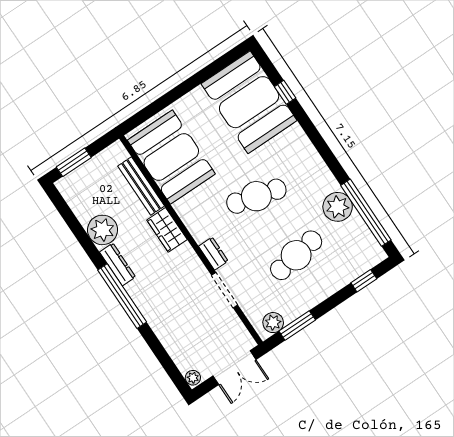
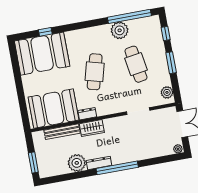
dresser: (213, 254) -> (87, 114), moved
window: (297, 326) -> (171, 63), moved

